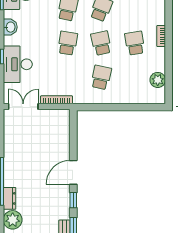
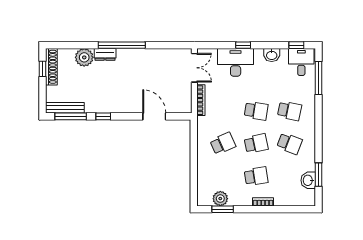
school desk: (101, 77) -> (223, 143), turned -36
window: (169, 78) -> (223, 209), added
door: (73, 172) -> (154, 116), moved

